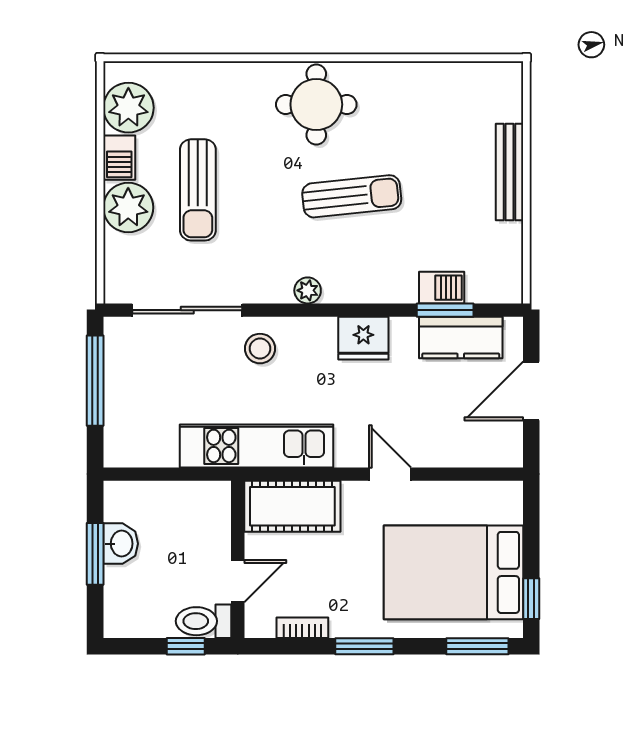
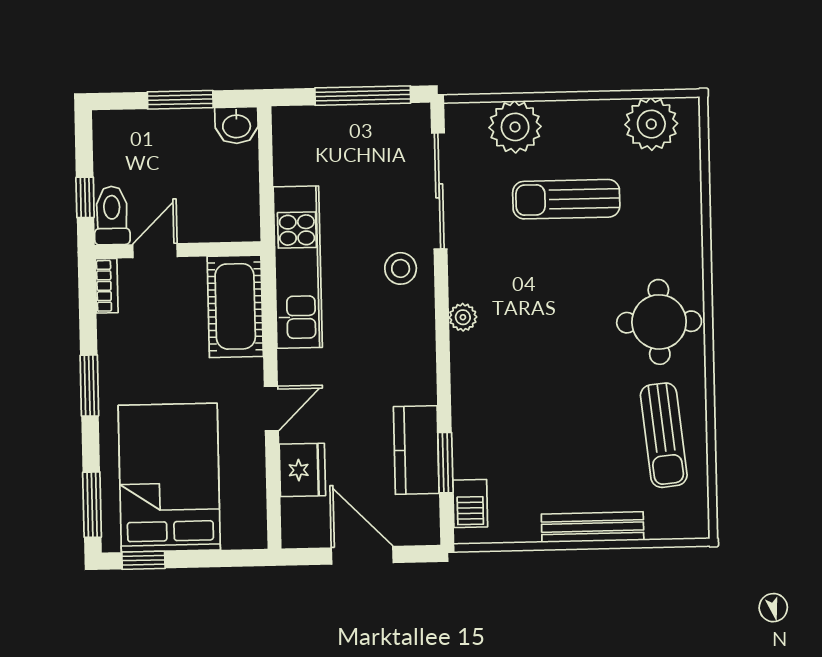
barbecue: (119, 158) -> (598, 116), removed
sun lounger: (352, 196) -> (664, 435), moved
plant: (128, 207) -> (515, 127), moved
barbecue: (442, 288) -> (470, 503), moved
fridge: (363, 338) -> (302, 470), moved, turned 180
kitchen counter: (461, 338) -> (416, 450), moved
washbasin: (121, 544) -> (237, 125), moved
door: (238, 581) -> (155, 251), swing flipped
bookcase: (302, 628) -> (107, 286), moved

